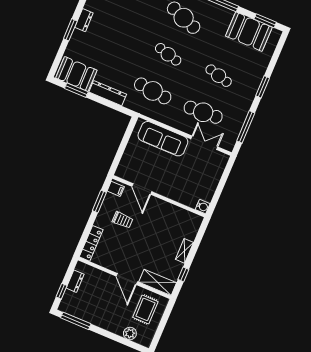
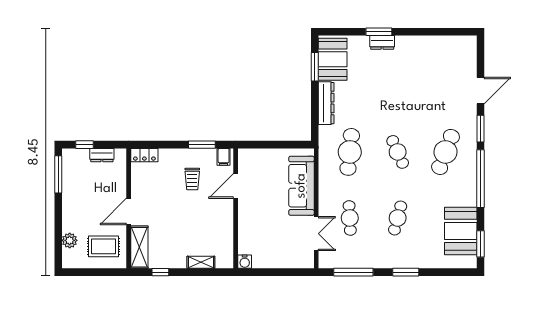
dresser: (84, 20) -> (382, 42), moved
cafe table: (168, 54) -> (398, 152), turned -39
cafe table: (203, 112) -> (350, 218), width x0.73, depth x0.74
locker: (91, 243) -> (144, 155), width x0.66
shelving: (184, 251) -> (201, 262), moved

